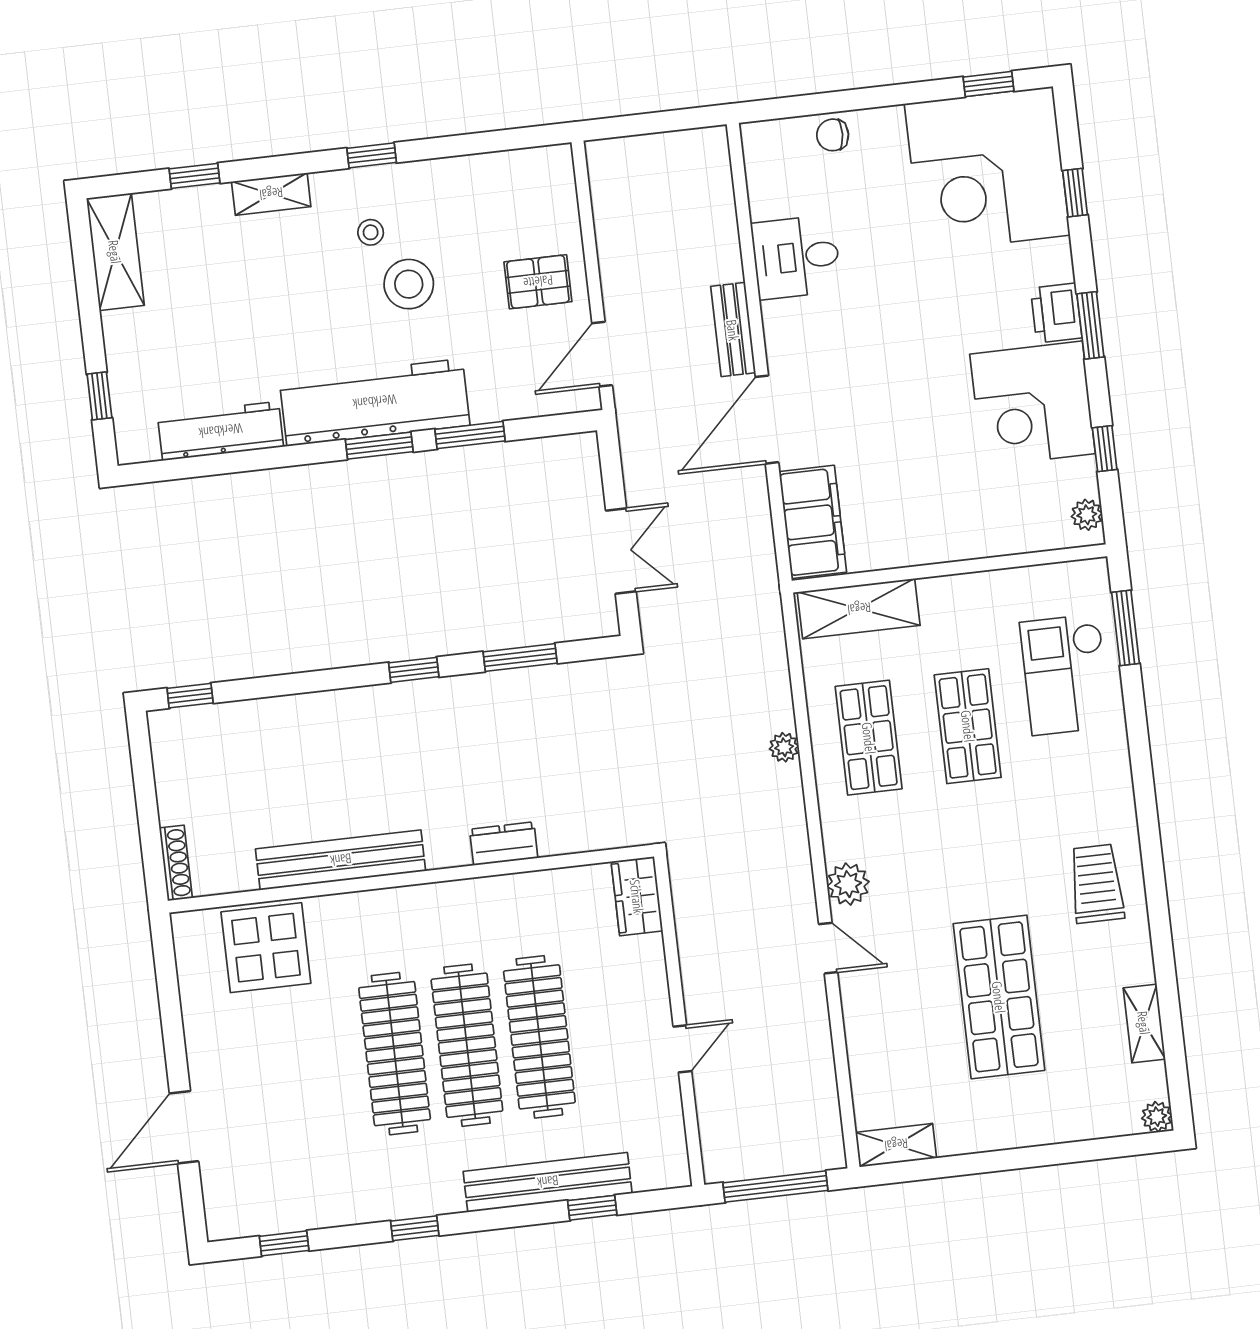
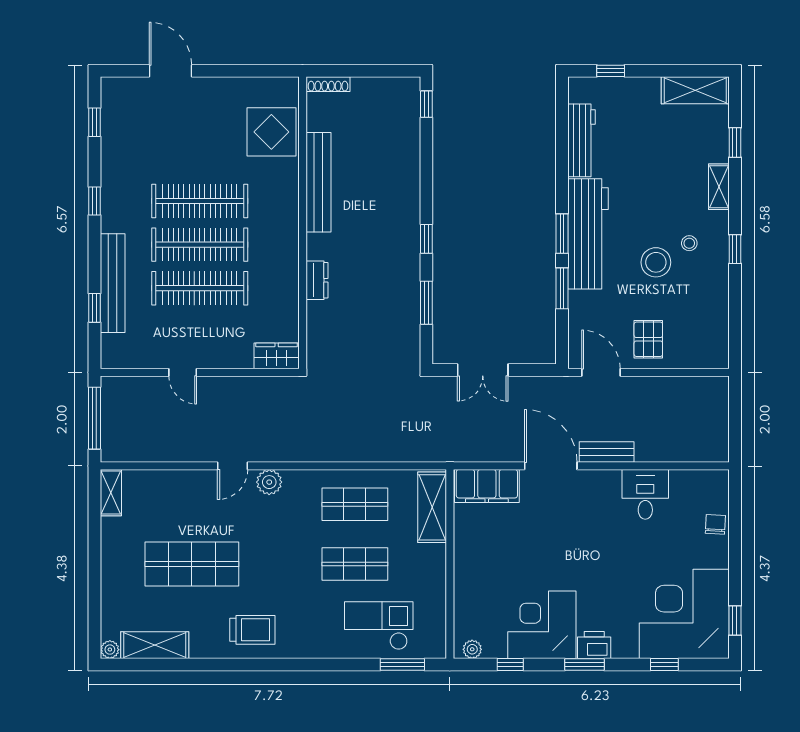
plant: (784, 747) -> (355, 453), removed
shelving: (1144, 1023) -> (155, 645), width x1.50, depth x1.33

